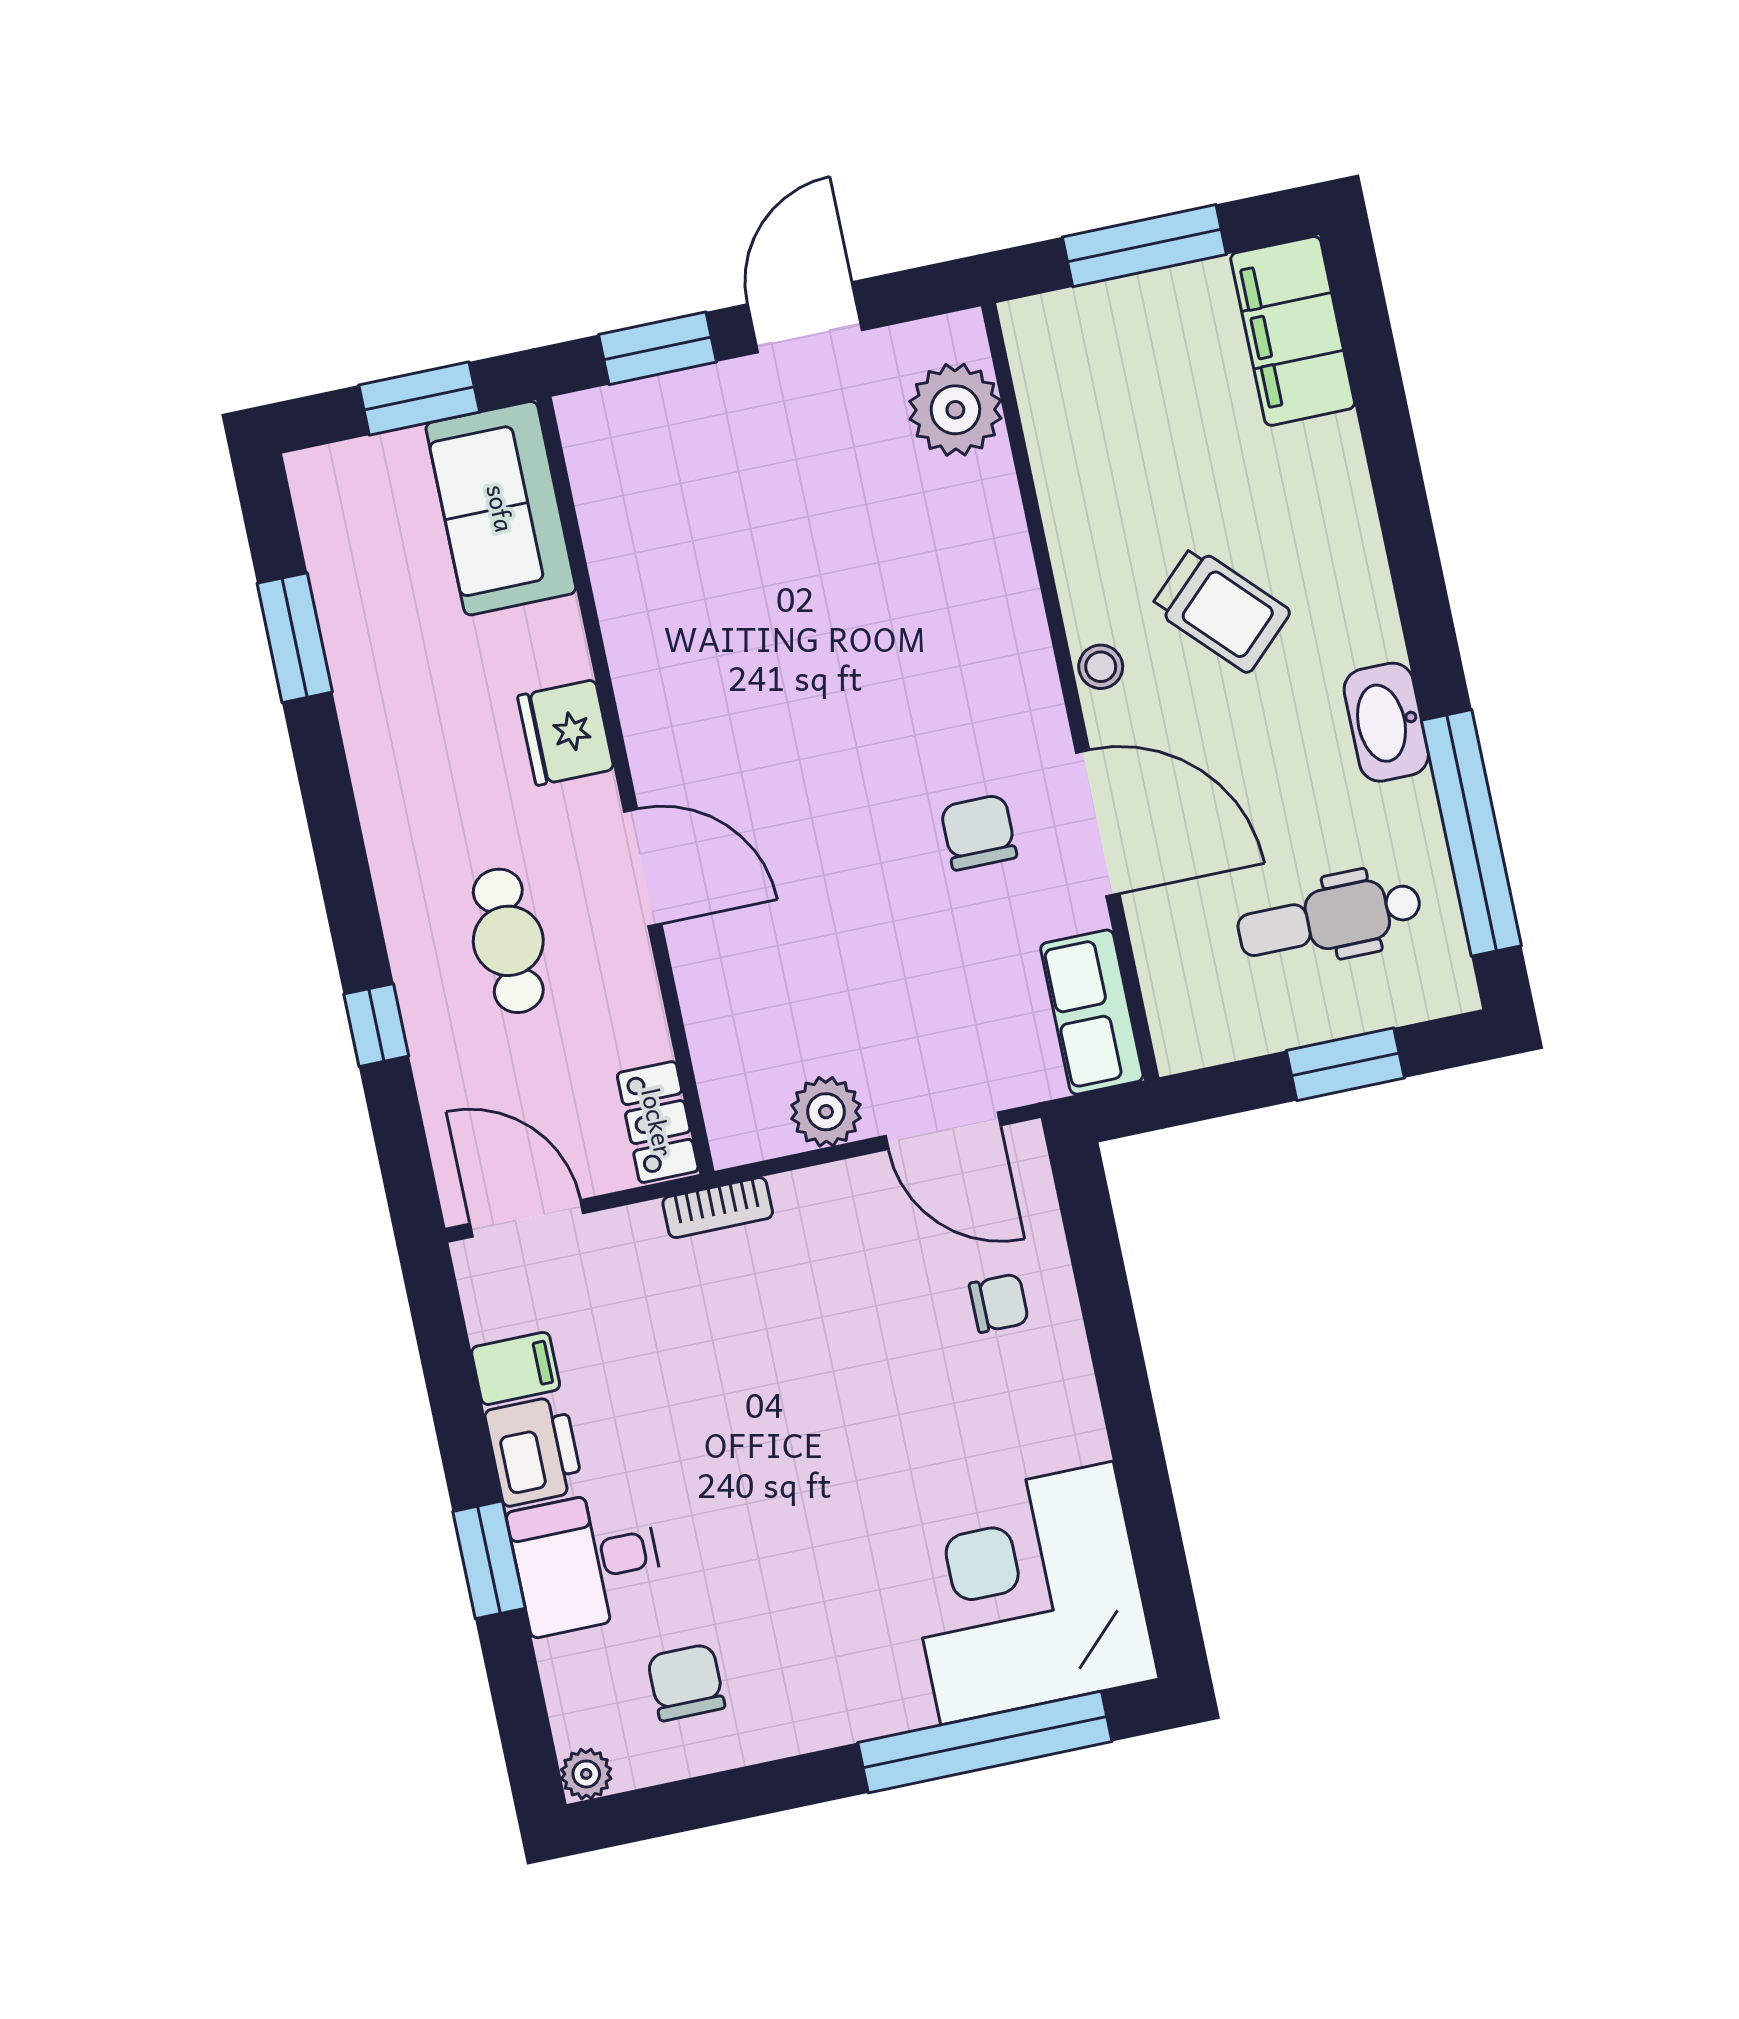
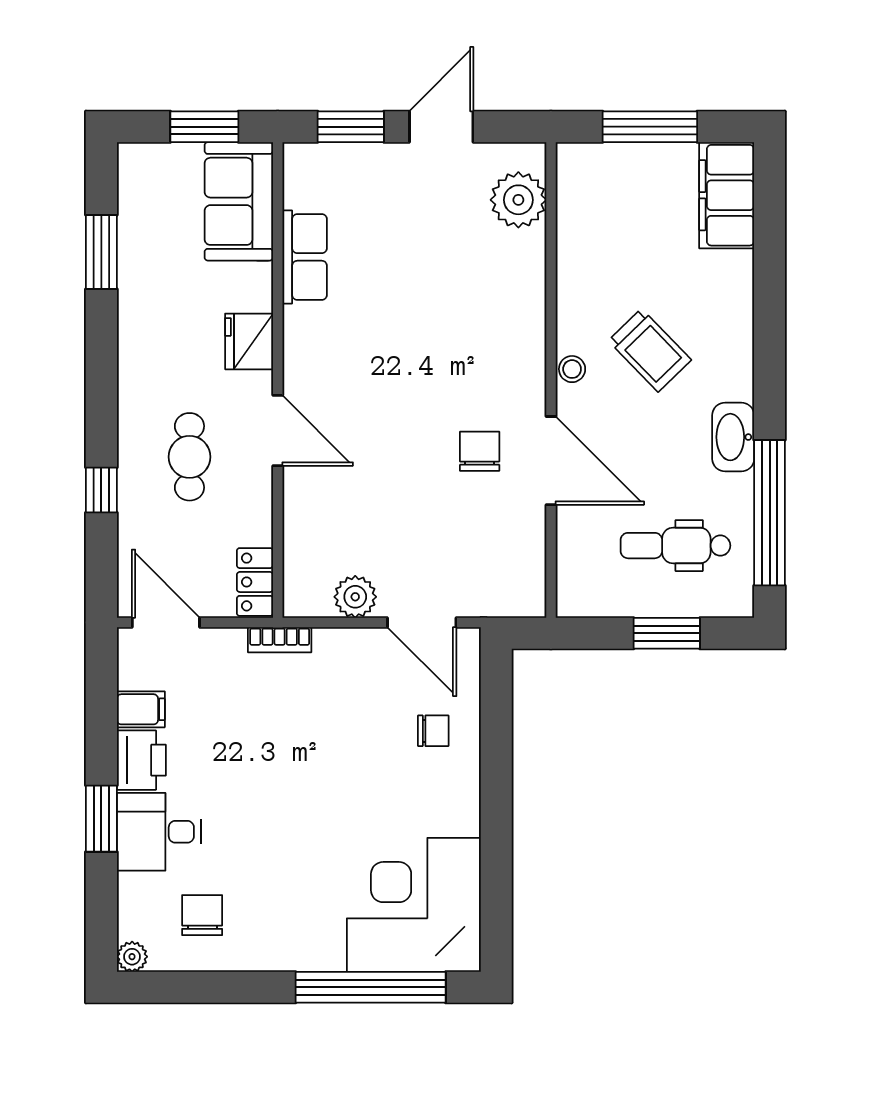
row of seats: (1092, 1012) -> (305, 257), moved, turned 180

